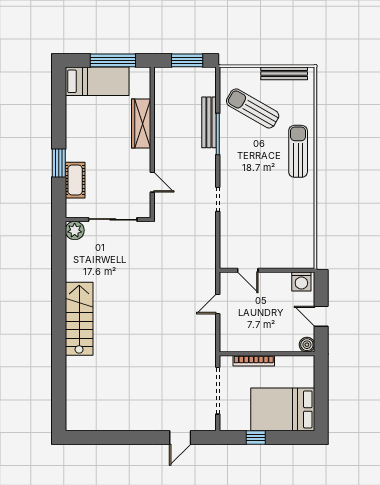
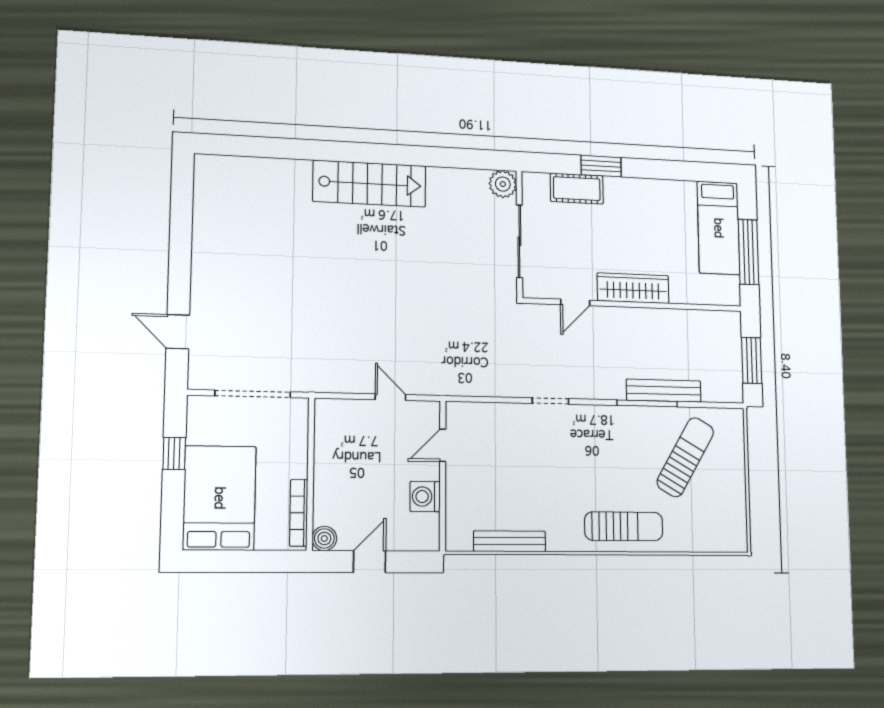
bench: (284, 73) -> (510, 541), moved, turned 90
wardrobe: (141, 123) -> (633, 288), moved
washing machine: (301, 281) -> (425, 497), moved
bookcase: (254, 361) -> (299, 513), moved

